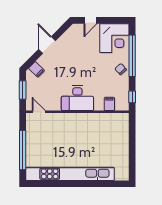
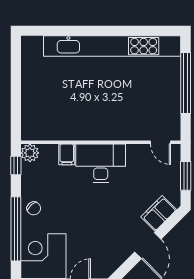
filing cabinet: (36, 69) -> (159, 213), width x2.00
filing cabinet: (109, 104) -> (67, 154), moved
plant: (123, 105) -> (30, 153), added

